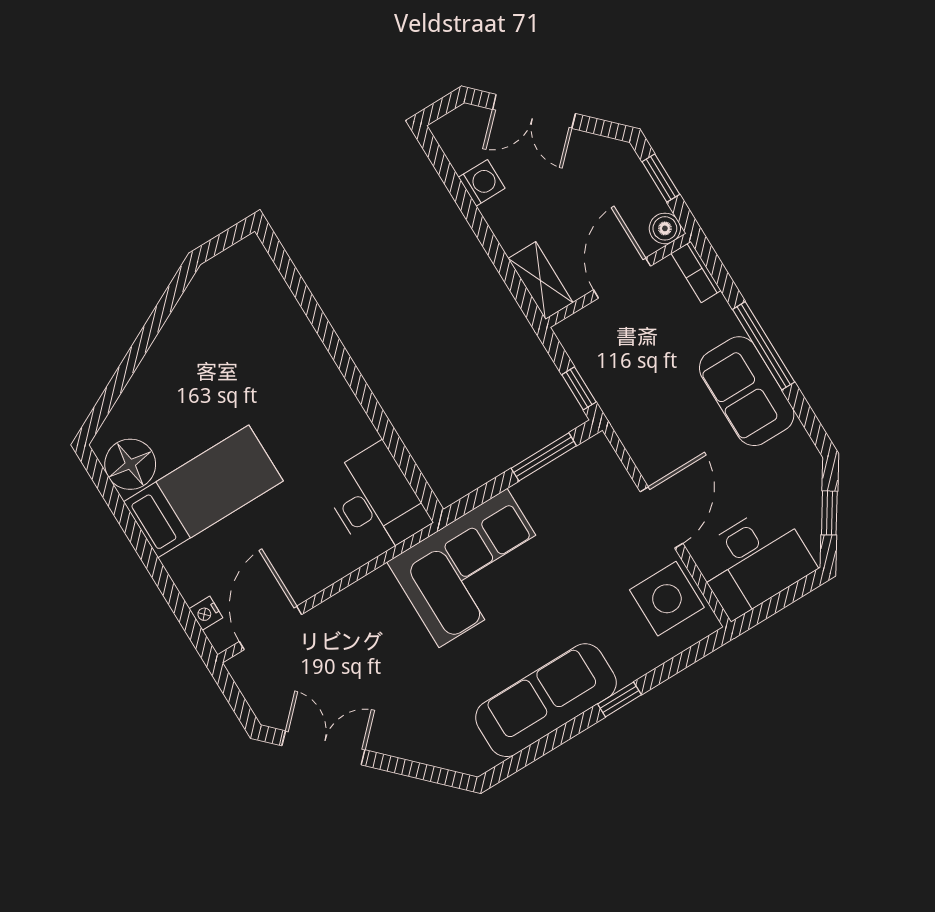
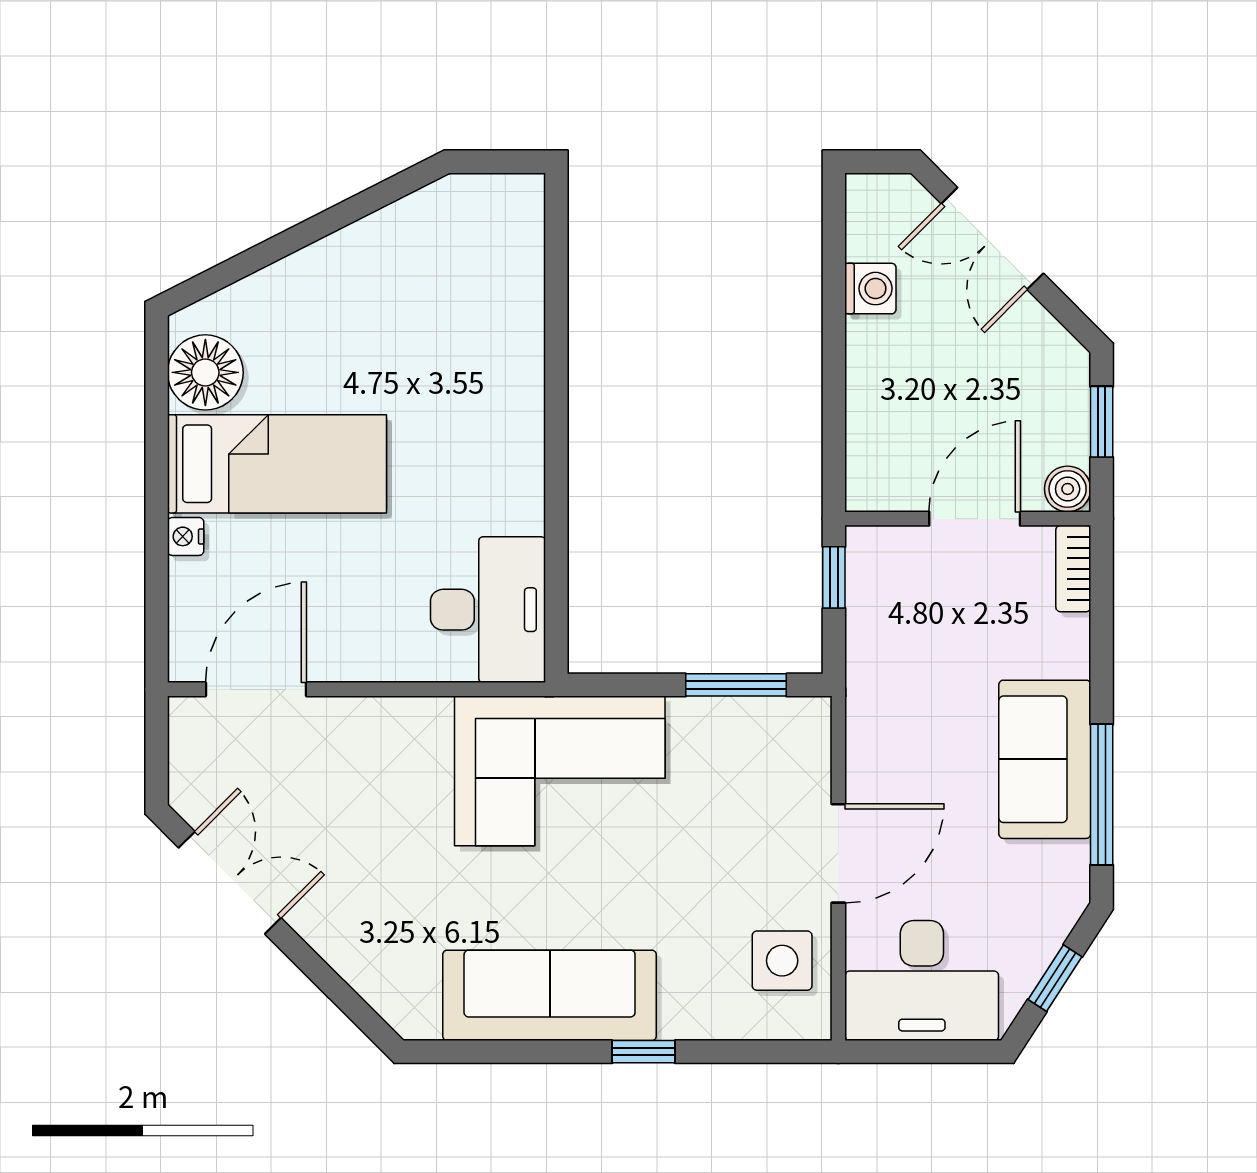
shelving: (540, 281) -> (869, 458), removed
window: (764, 346) -> (1102, 795), moved
window: (579, 388) -> (834, 577), moved
side table: (667, 599) -> (782, 961), width x0.73, depth x0.73
nightstand: (206, 613) -> (186, 536), moved

